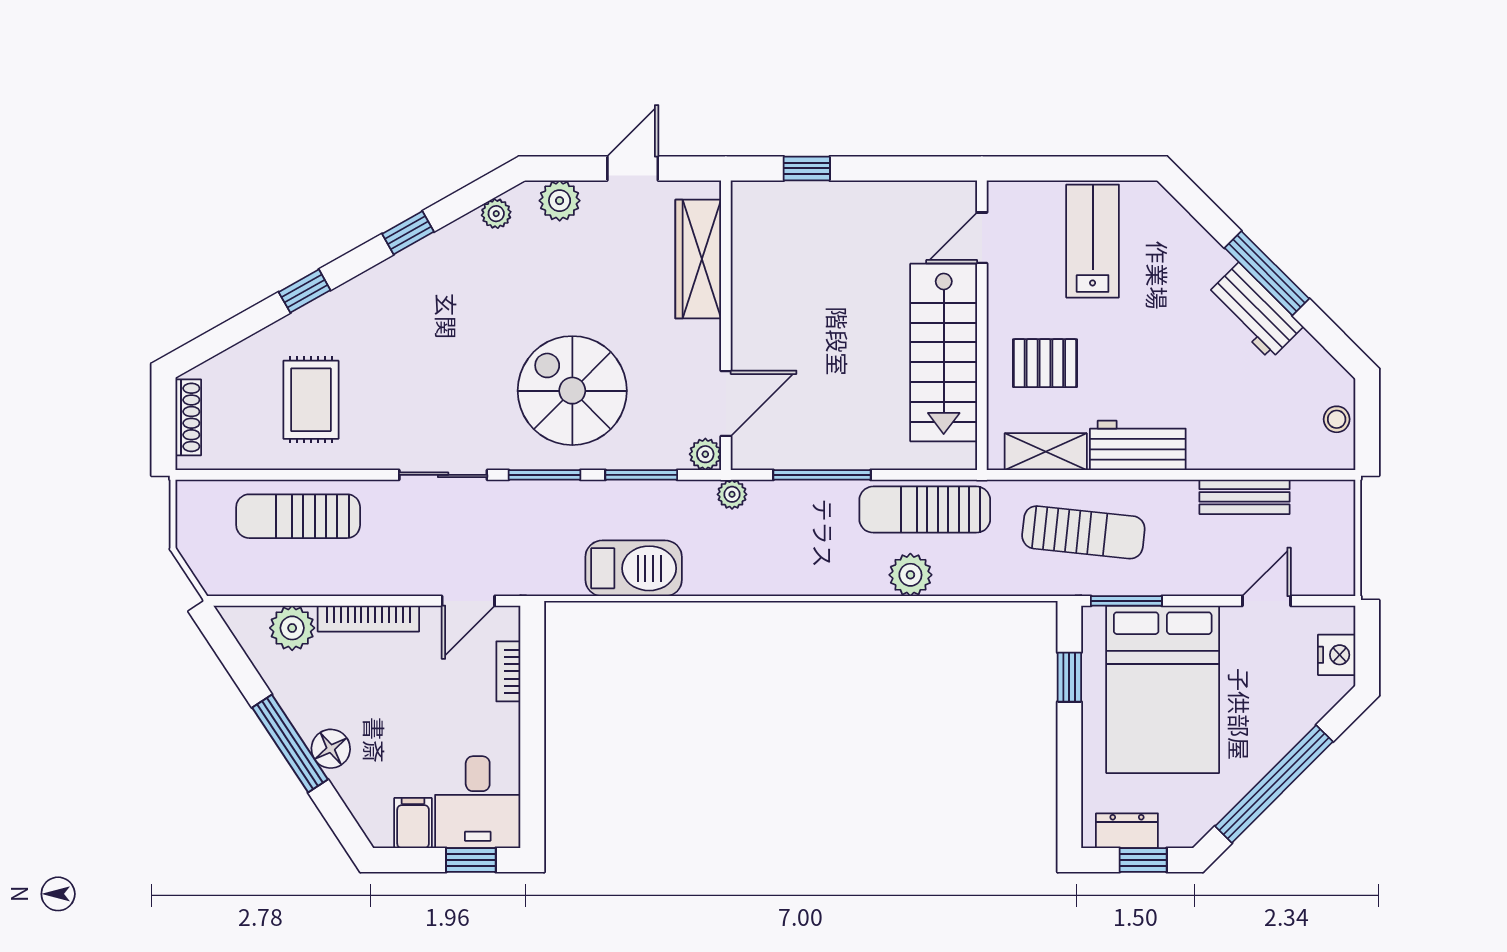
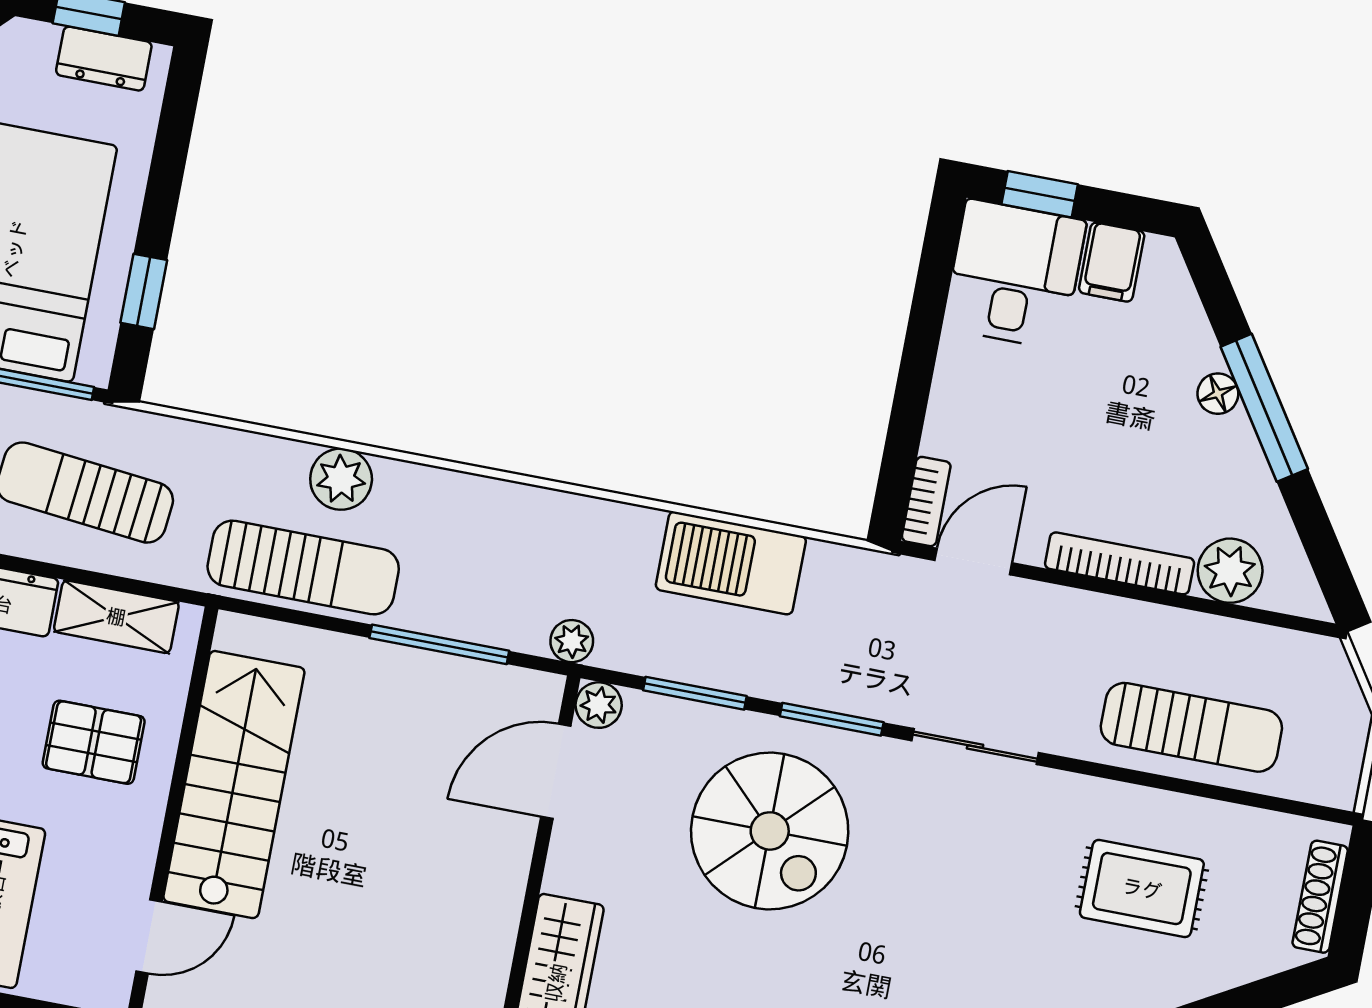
rug: (311, 400) -> (1142, 889), turned 90
bookcase: (508, 671) -> (926, 502), moved
floor lamp: (331, 749) -> (1218, 394), width x0.73, depth x0.73

